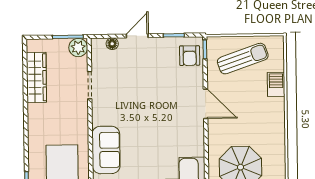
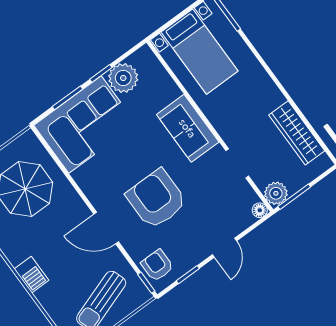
floor lamp: (112, 44) -> (260, 210), moved
barbecue: (276, 84) -> (31, 275), moved
armchair: (159, 99) -> (156, 199), added
sofa: (106, 150) -> (188, 128), moved

